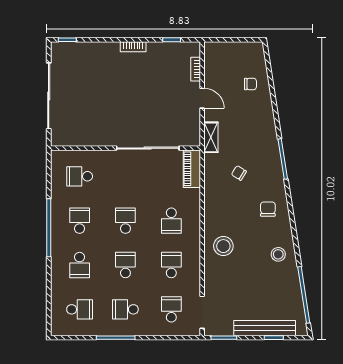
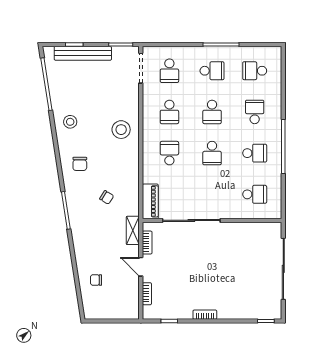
bookcase: (195, 124) -> (147, 243), added
school desk: (80, 221) -> (255, 153), turned -90

